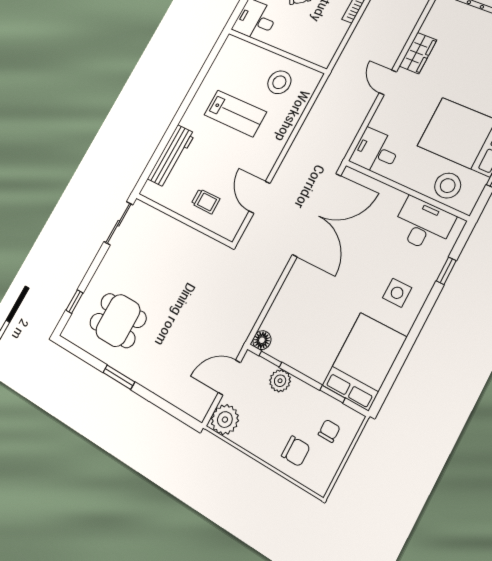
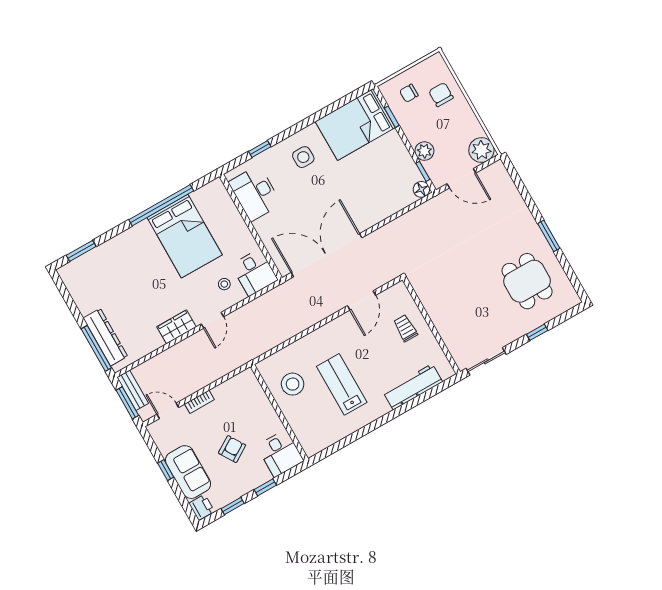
stool: (448, 186) -> (224, 284), moved, width x0.53, depth x0.53
window: (74, 302) -> (537, 332), moved

